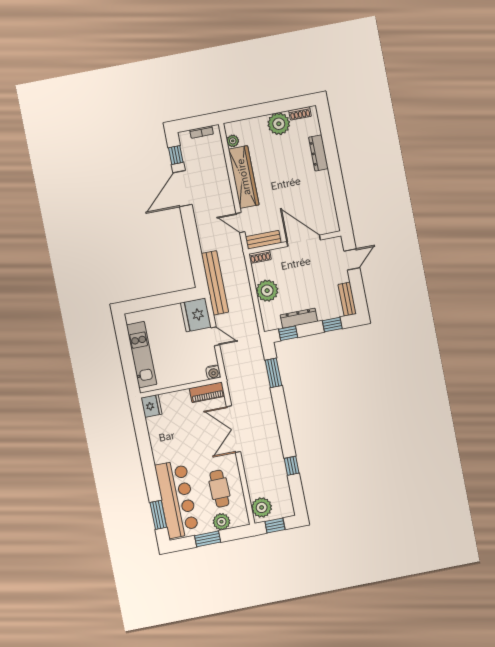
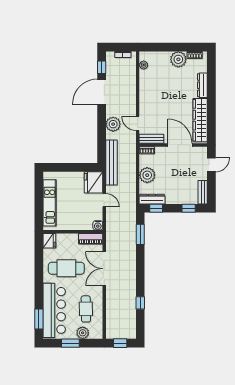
wardrobe: (244, 177) -> (200, 120), moved, turned 180
dresser: (299, 318) -> (152, 199), moved
cafe table: (182, 439) -> (66, 268), added
plant: (262, 507) -> (113, 124), moved

